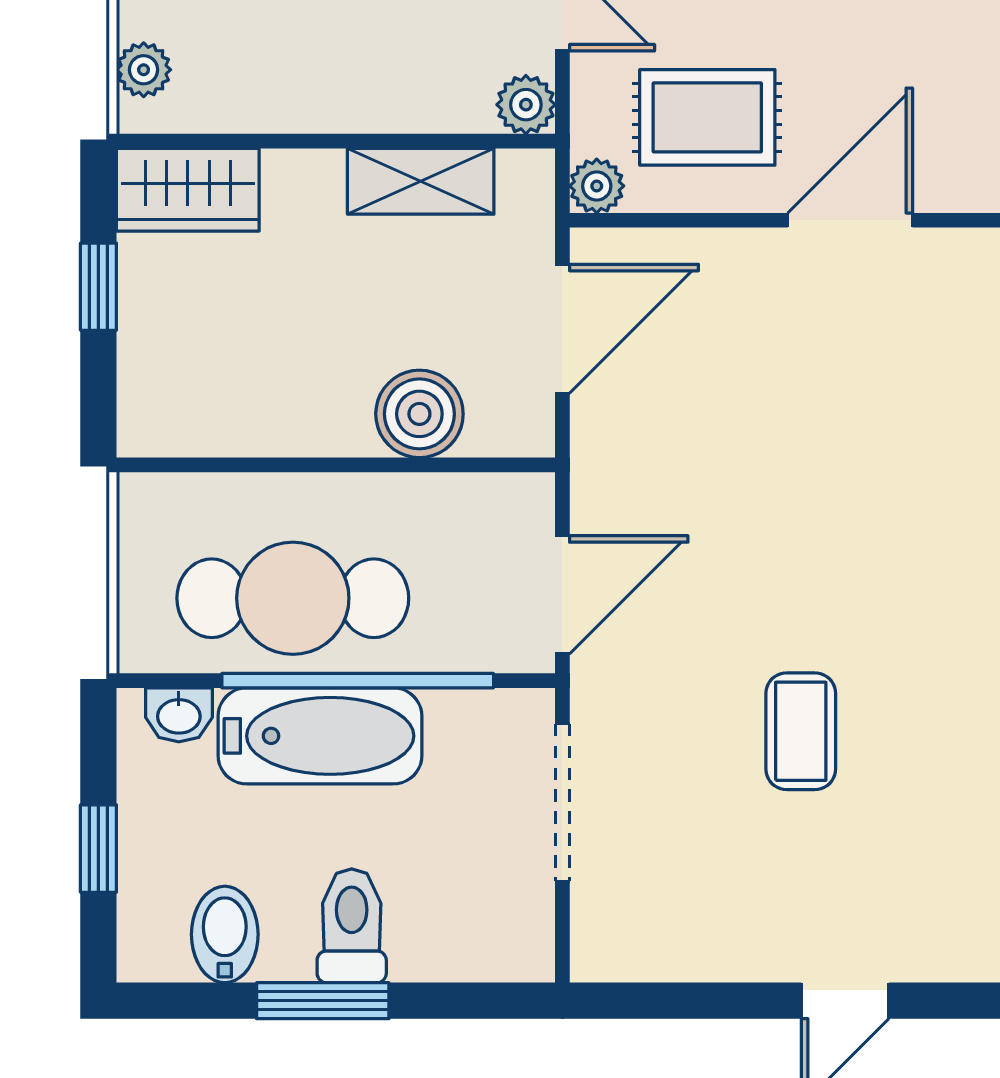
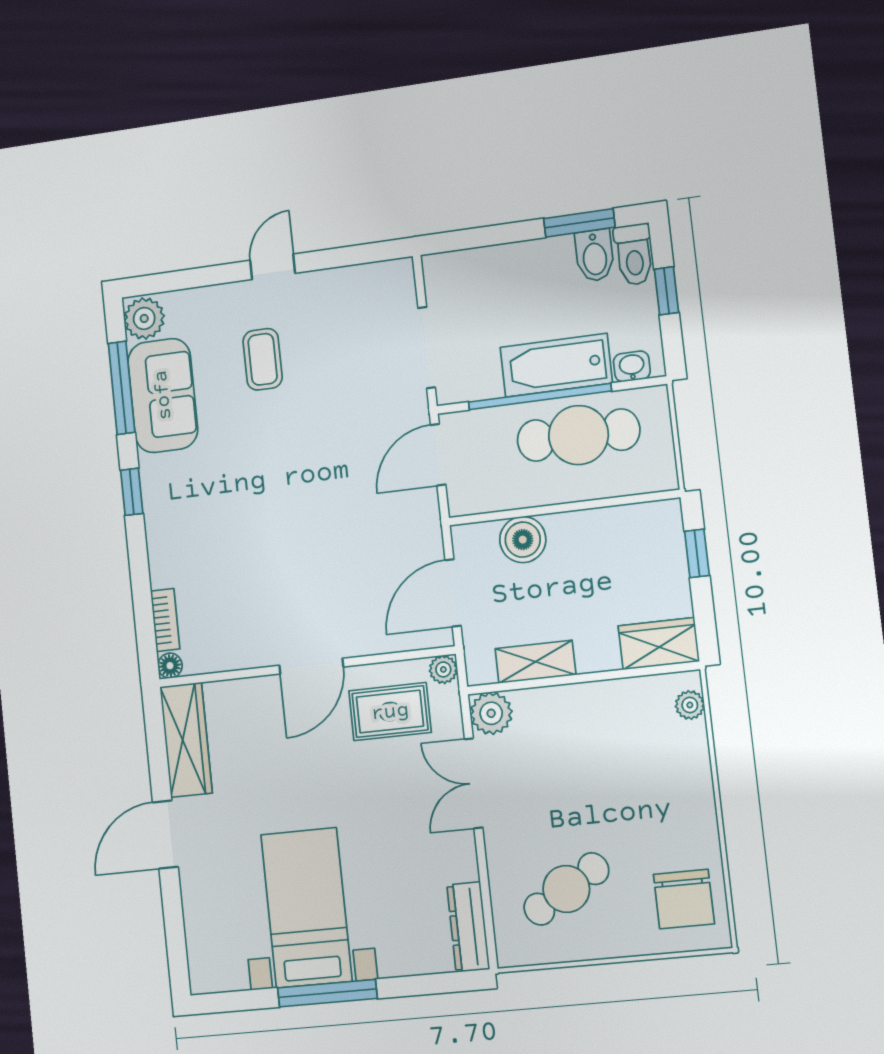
plant: (526, 105) -> (491, 713), width x1.38, depth x1.38
window: (98, 287) -> (697, 553), moved
coffee table: (801, 731) -> (263, 359), moved
toilet: (352, 926) -> (634, 255), moved
window: (323, 1001) -> (579, 223), moved

